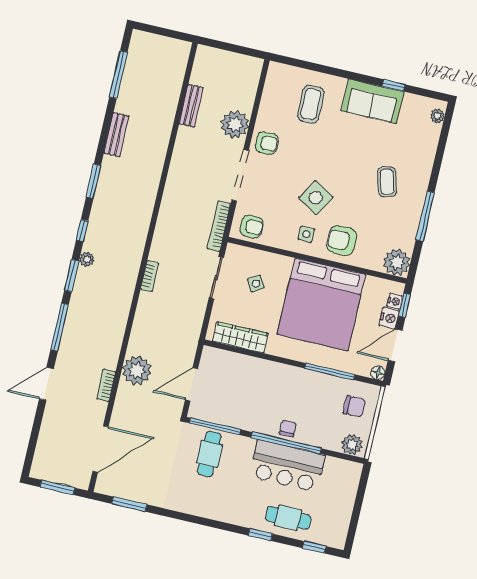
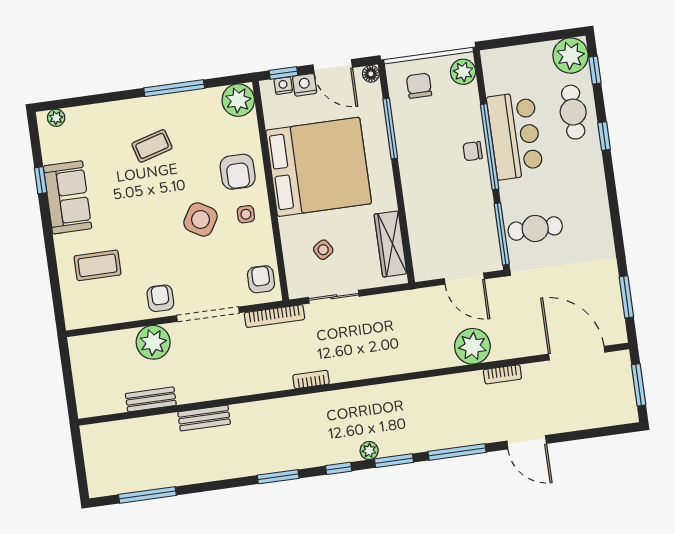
bench: (116, 135) -> (204, 418), moved
bookcase: (150, 276) -> (311, 379), moved
plant: (333, 533) -> (571, 56), added

